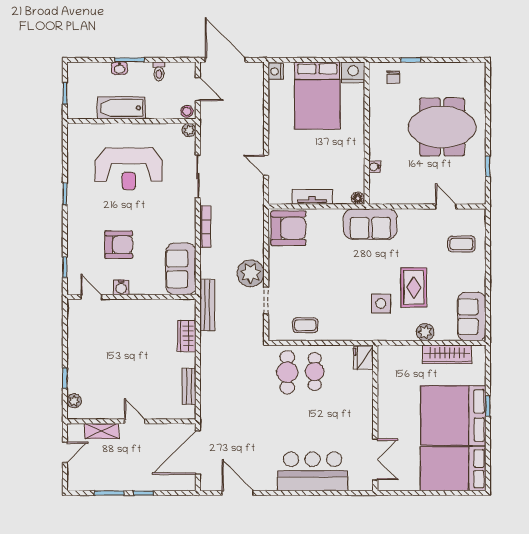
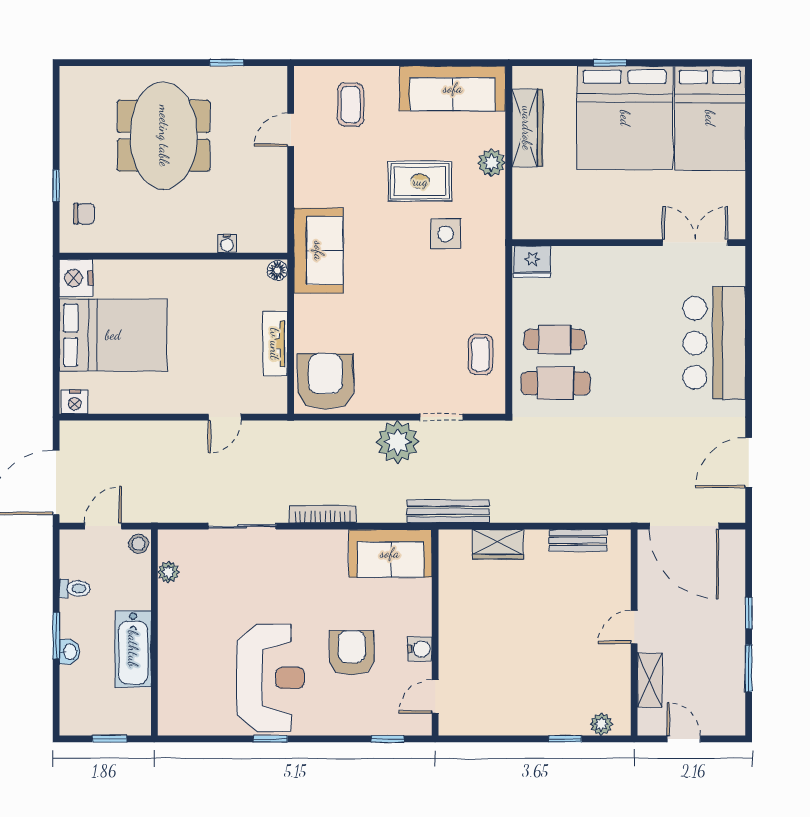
plant: (189, 130) -> (168, 572), moved
reception desk: (129, 169) -> (270, 678), moved
sofa: (472, 317) -> (453, 88), width x1.36

